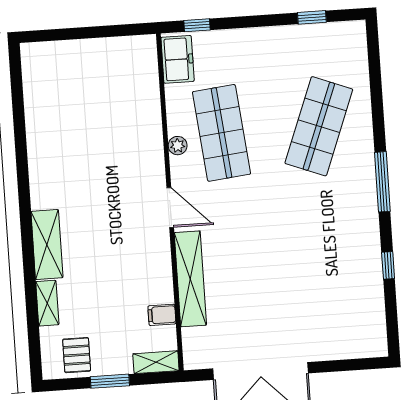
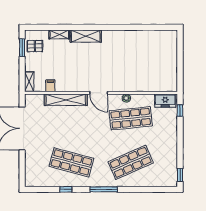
window: (312, 17) -> (180, 175), moved
shop shelf: (319, 126) -> (131, 162), turned -45
door: (170, 208) -> (99, 93), hinge flipped
shop shelf: (328, 257) -> (71, 162), added
window: (110, 381) -> (22, 48), moved

